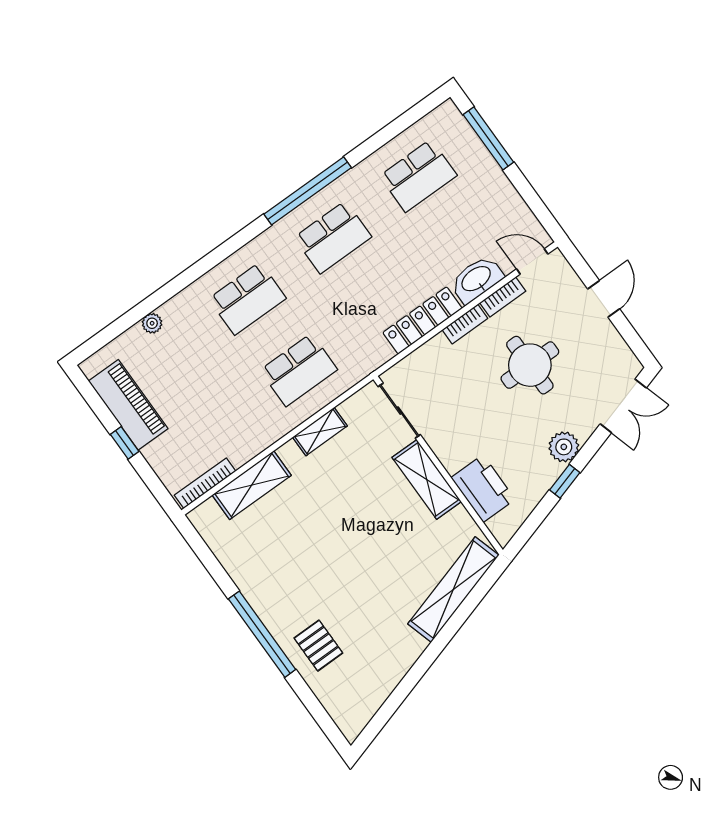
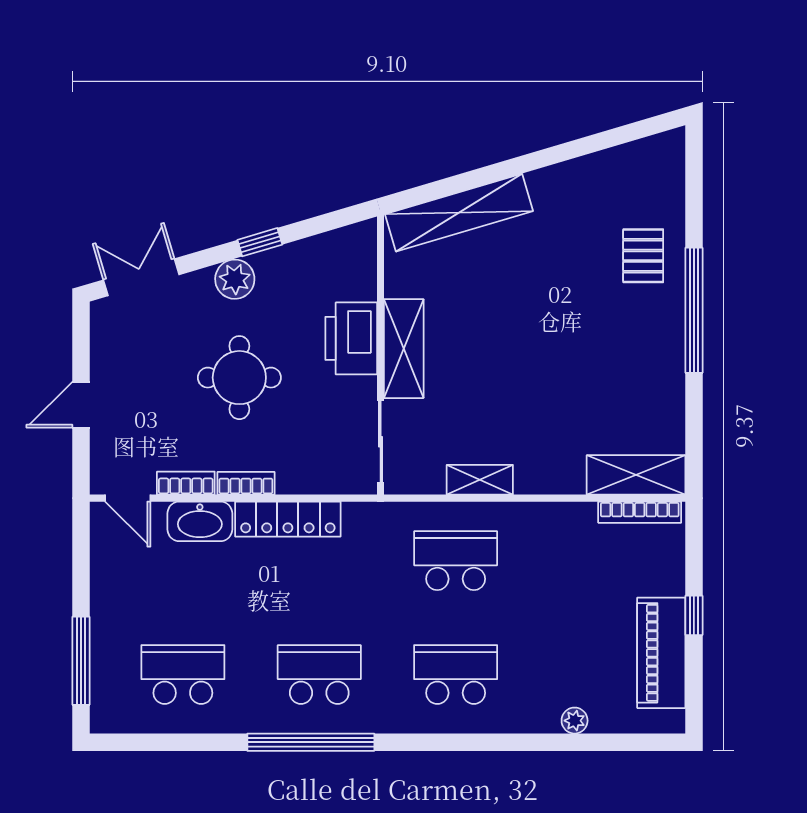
round table: (530, 365) -> (239, 378), moved
shelving: (252, 485) -> (636, 475), moved
printer: (483, 488) -> (351, 338), moved

